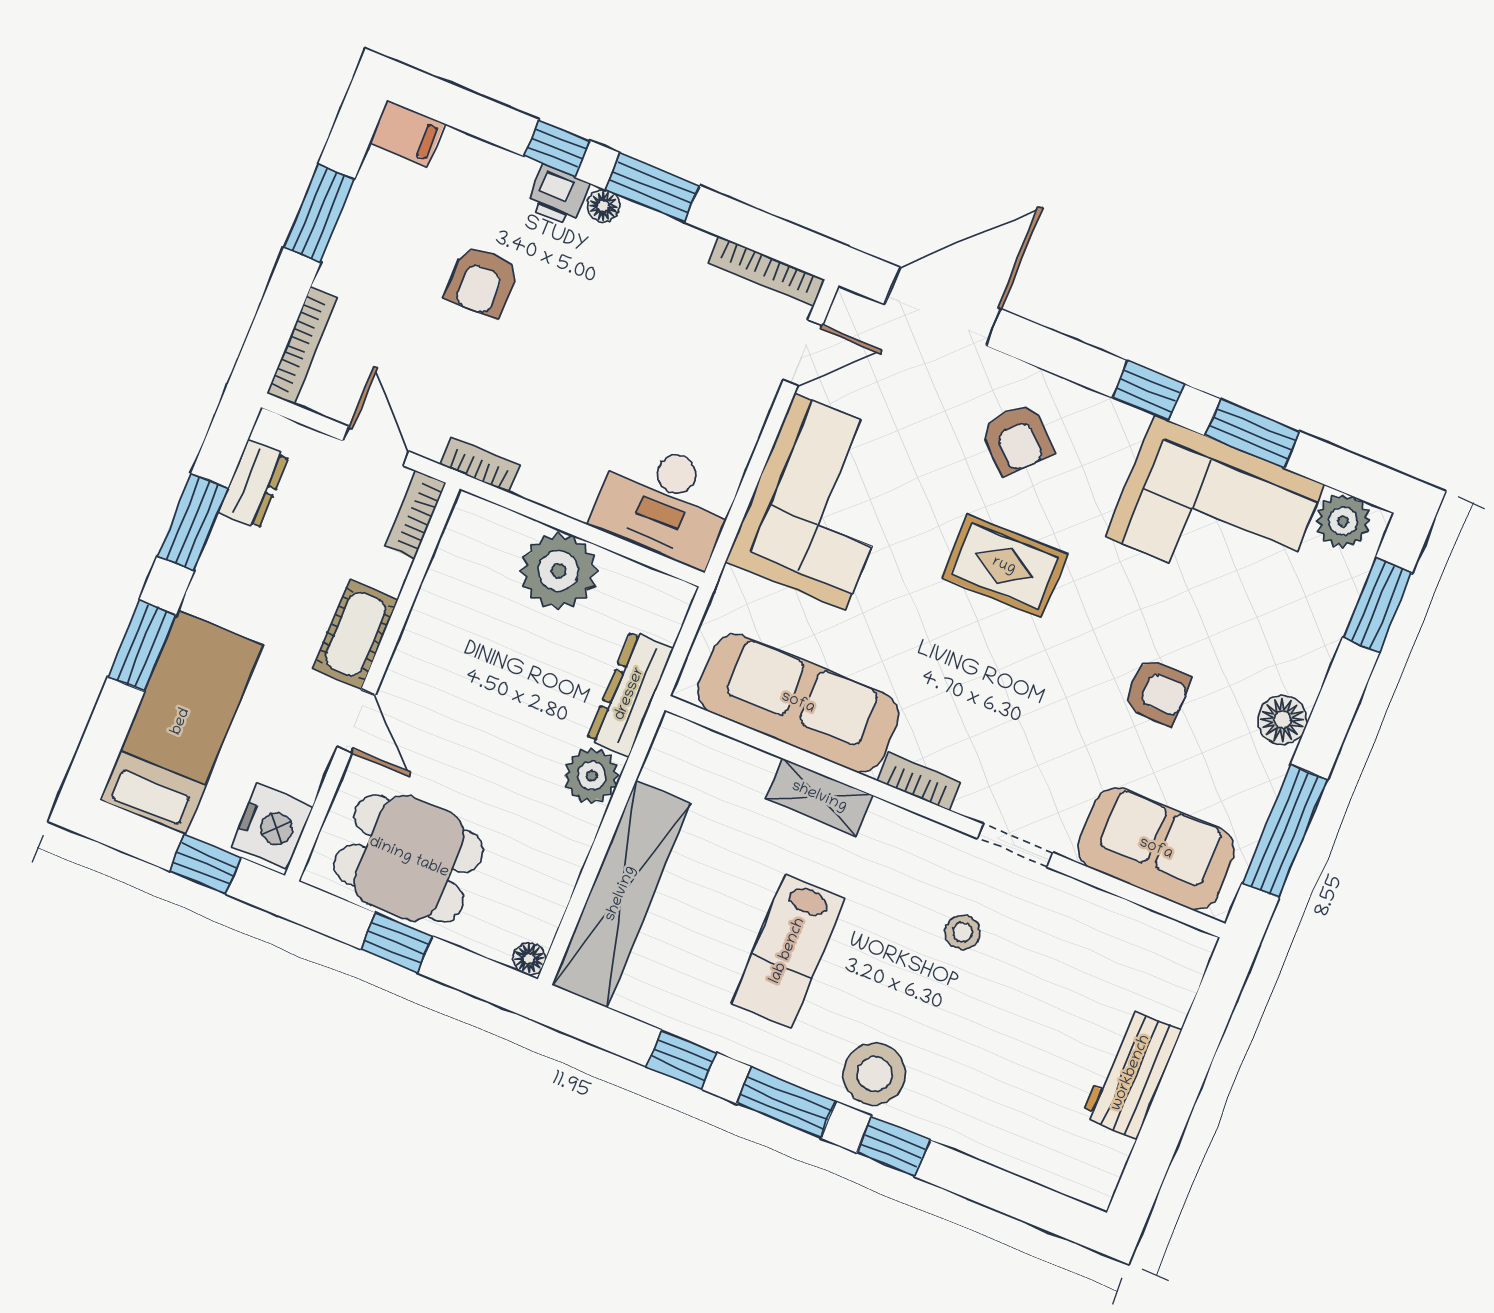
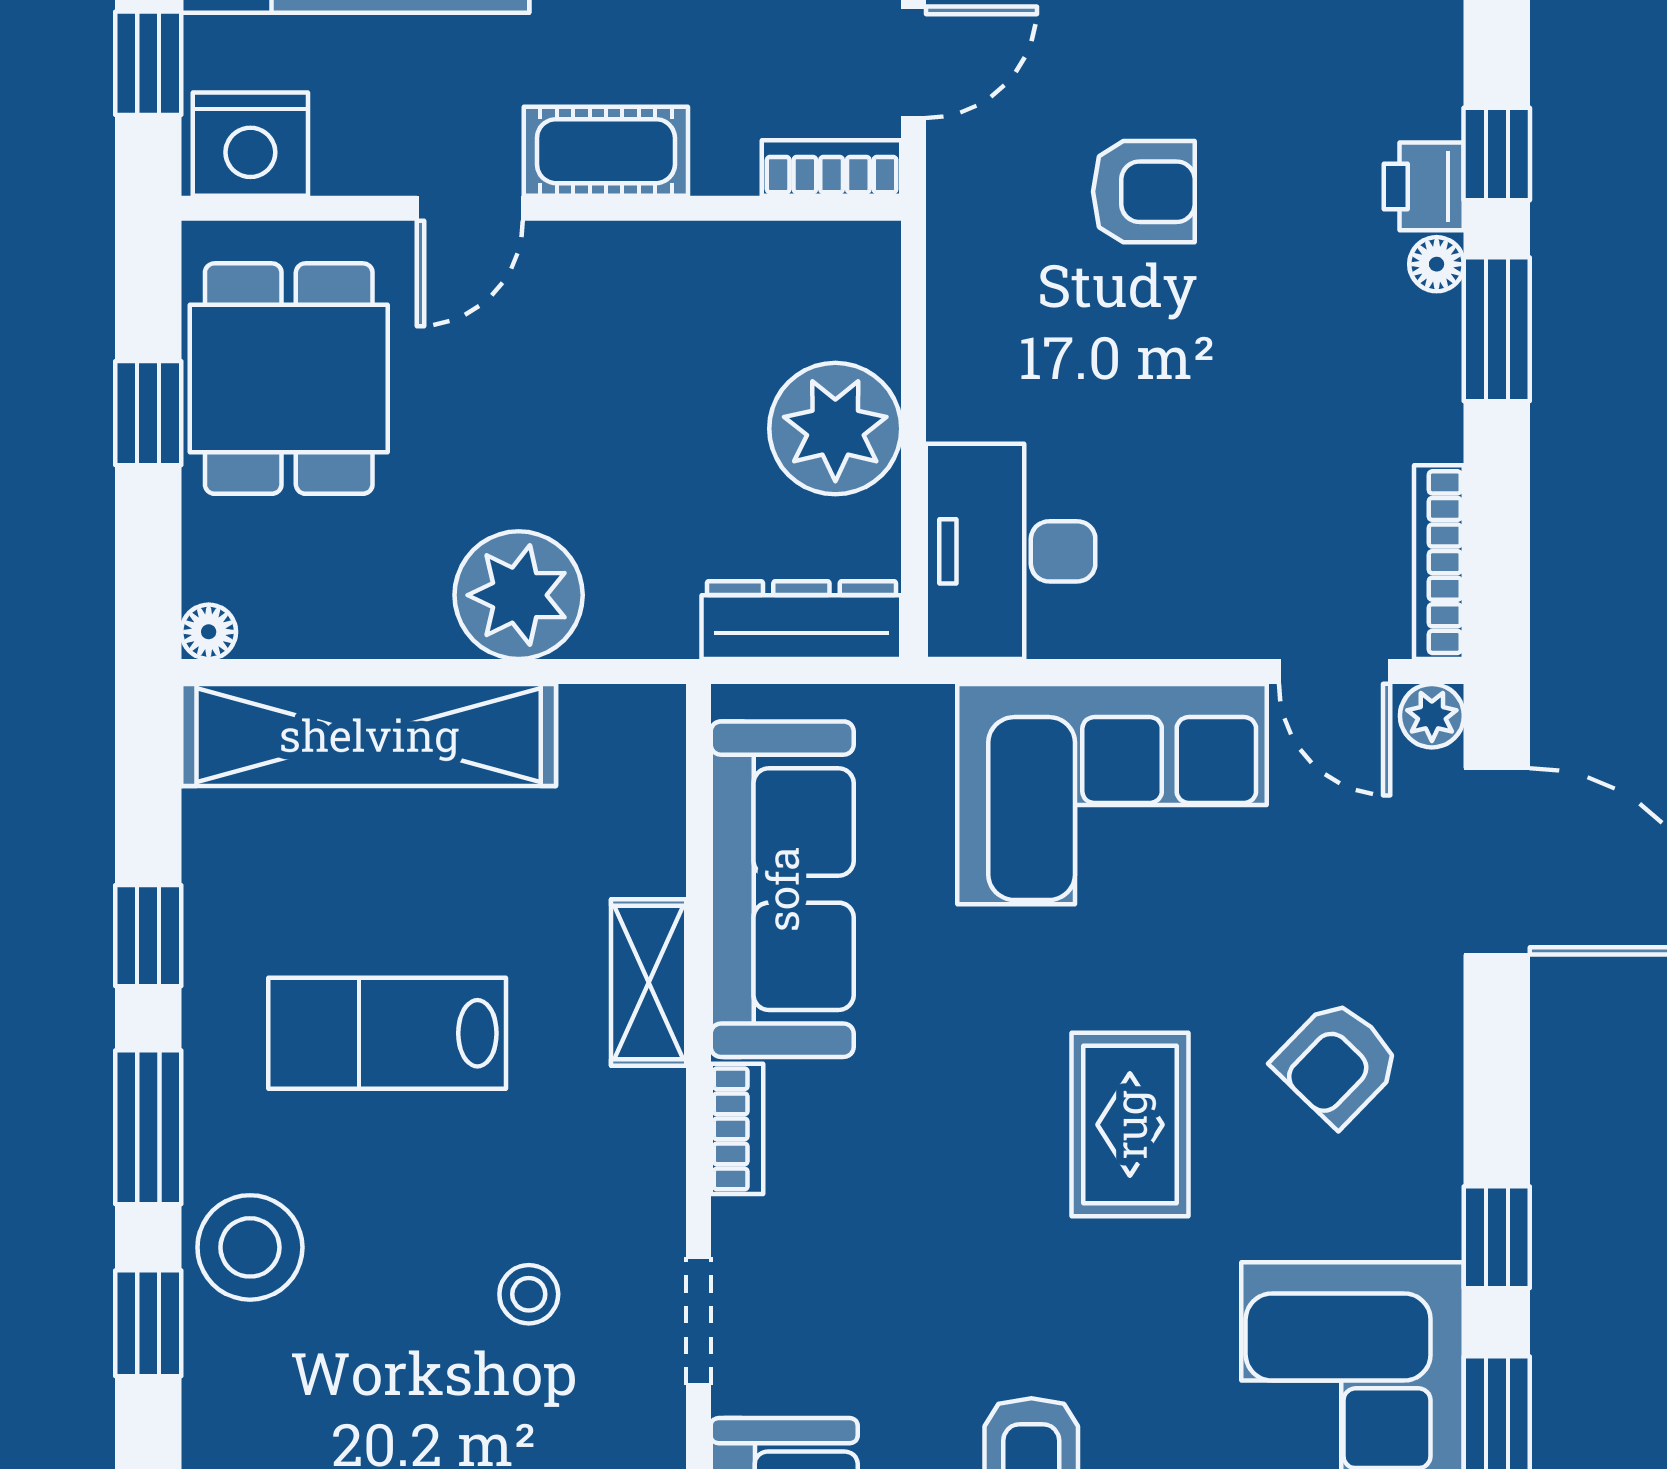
armchair: (482, 281) -> (1144, 192), moved, turned 180
plant: (849, 310) -> (1432, 716), added
bookcase: (480, 465) -> (951, 237), removed
dresser: (630, 694) -> (801, 620), moved
plant: (592, 776) -> (519, 595), width x1.36, depth x1.36

